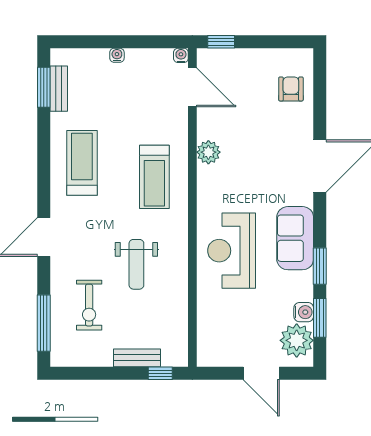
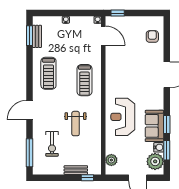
plant: (208, 152) -> (111, 160), moved
treadmill: (82, 163) -> (48, 73), turned 180
sofa: (295, 238) -> (154, 126), moved

